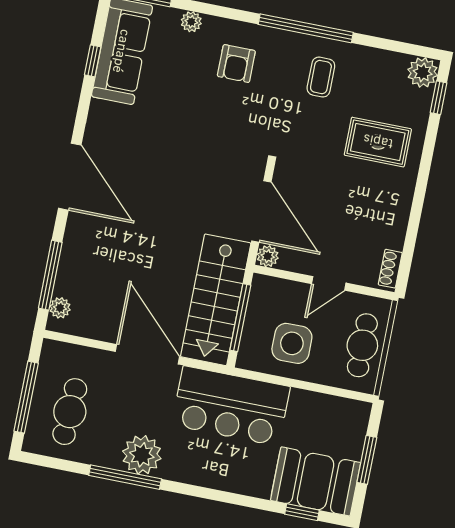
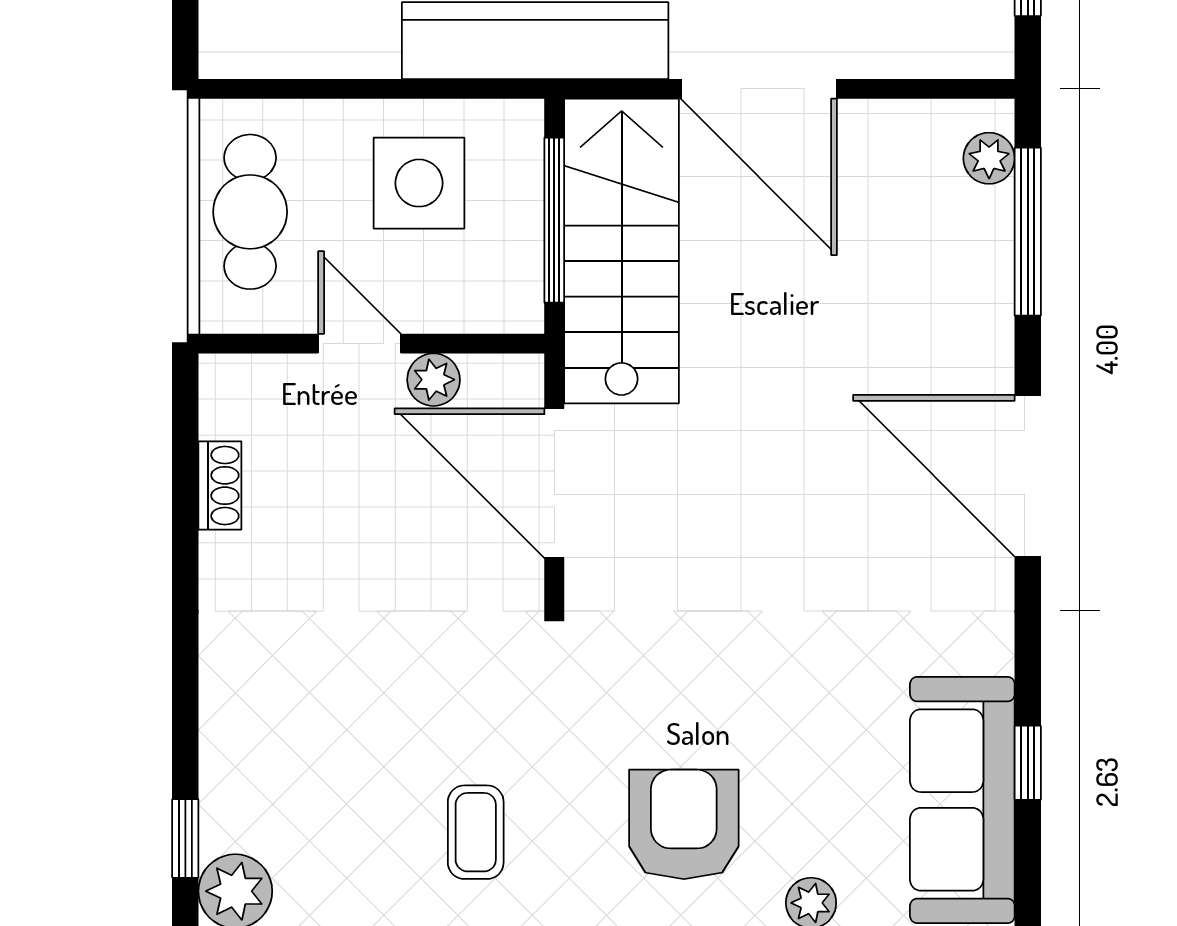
armchair: (236, 64) -> (684, 824), width x1.38, depth x1.38
rug: (378, 142) -> (309, 704), removed
plant: (268, 256) -> (434, 380), moved
shoe rack: (390, 269) -> (220, 486), moved
door: (329, 283) -> (359, 344), hinge flipped

